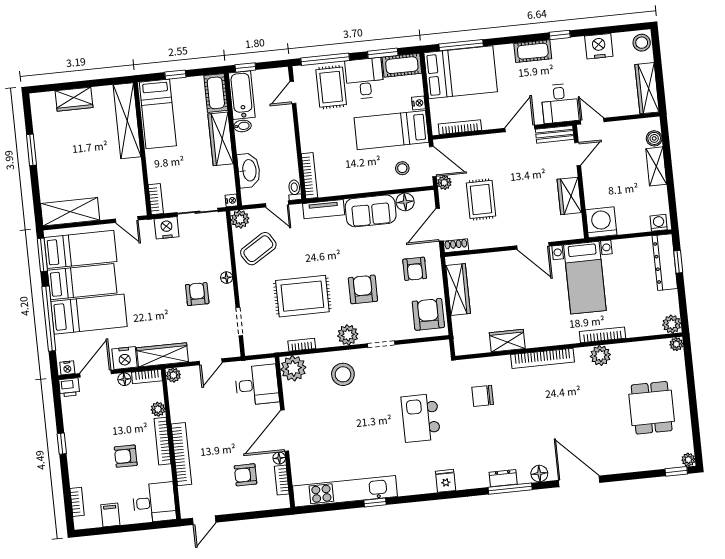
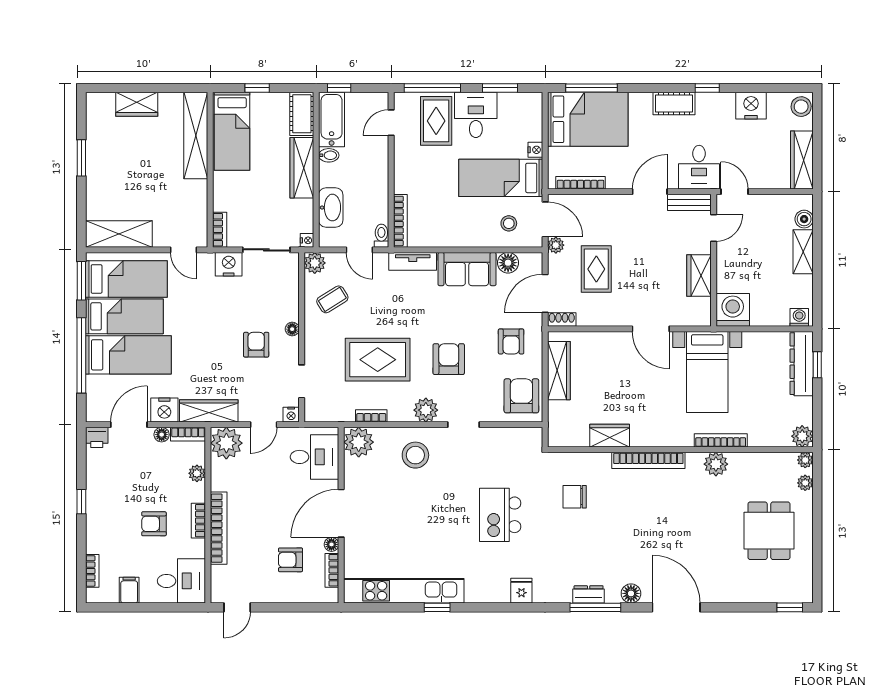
cot: (402, 65) -> (521, 104), removed
coffee table: (258, 249) -> (332, 299), width x0.73, depth x0.77
nightstand: (67, 368) -> (291, 415), moved
plant: (173, 375) -> (226, 443), width x1.88, depth x1.88
bookcase: (163, 441) -> (198, 521), width x0.64
plant: (688, 460) -> (805, 483), moved

